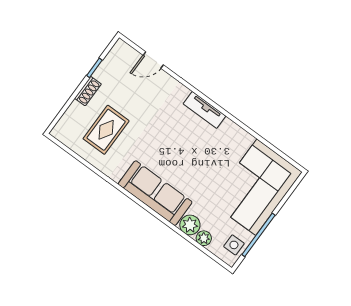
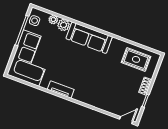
door: (153, 60) -> (126, 120), moved
tv unit: (205, 110) -> (61, 89), moved
rug: (106, 130) -> (136, 59), moved, turned 90

